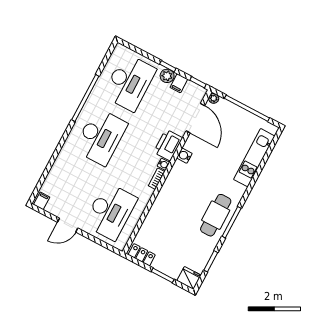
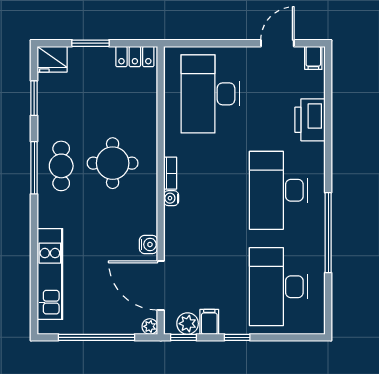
plant: (167, 76) -> (188, 324), moved
printer: (168, 145) -> (310, 120), moved, turned 180
water cooler: (184, 156) -> (148, 244), moved
round table: (186, 201) -> (113, 163), added
cafe table: (216, 215) -> (61, 166), width x0.73, depth x0.74
door: (68, 225) -> (277, 43), moved

